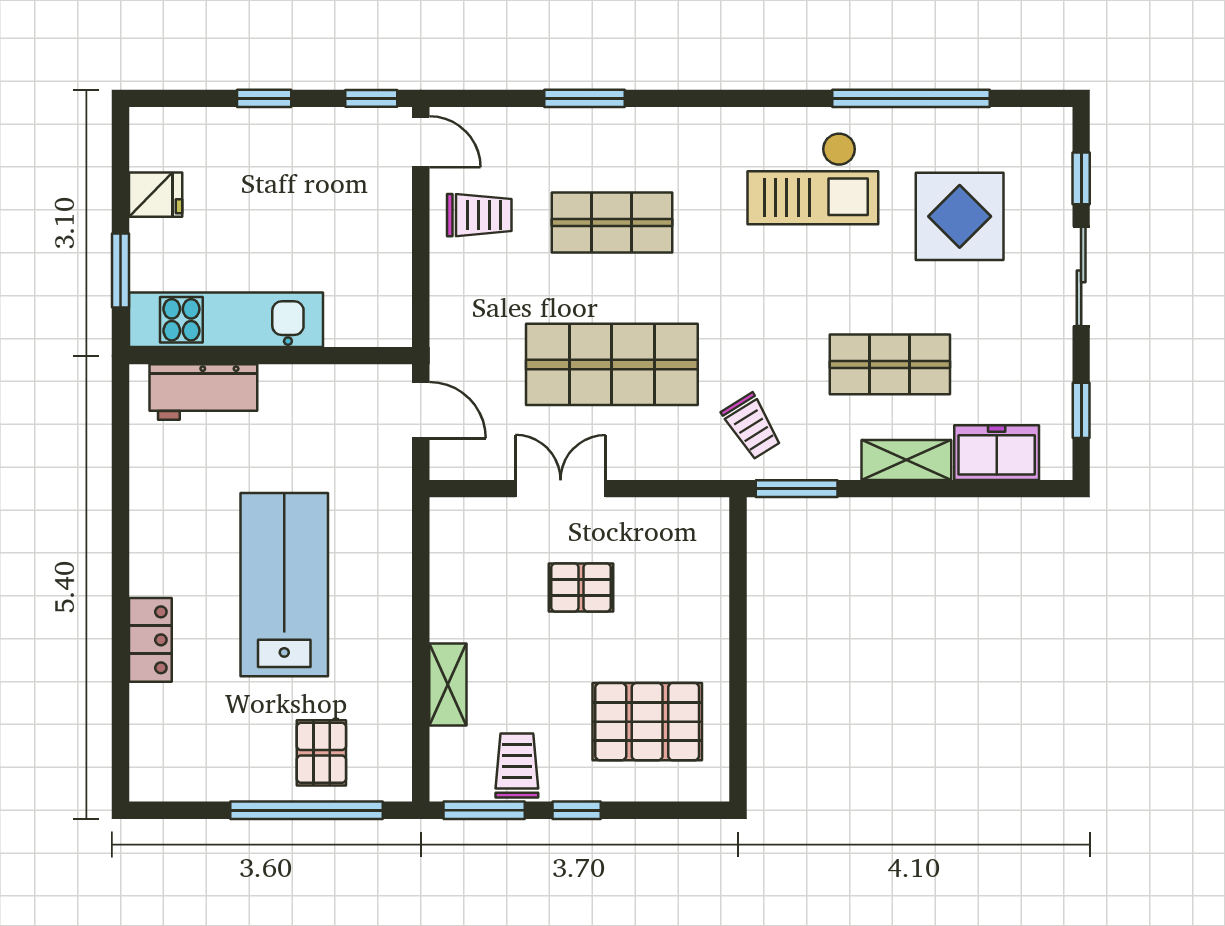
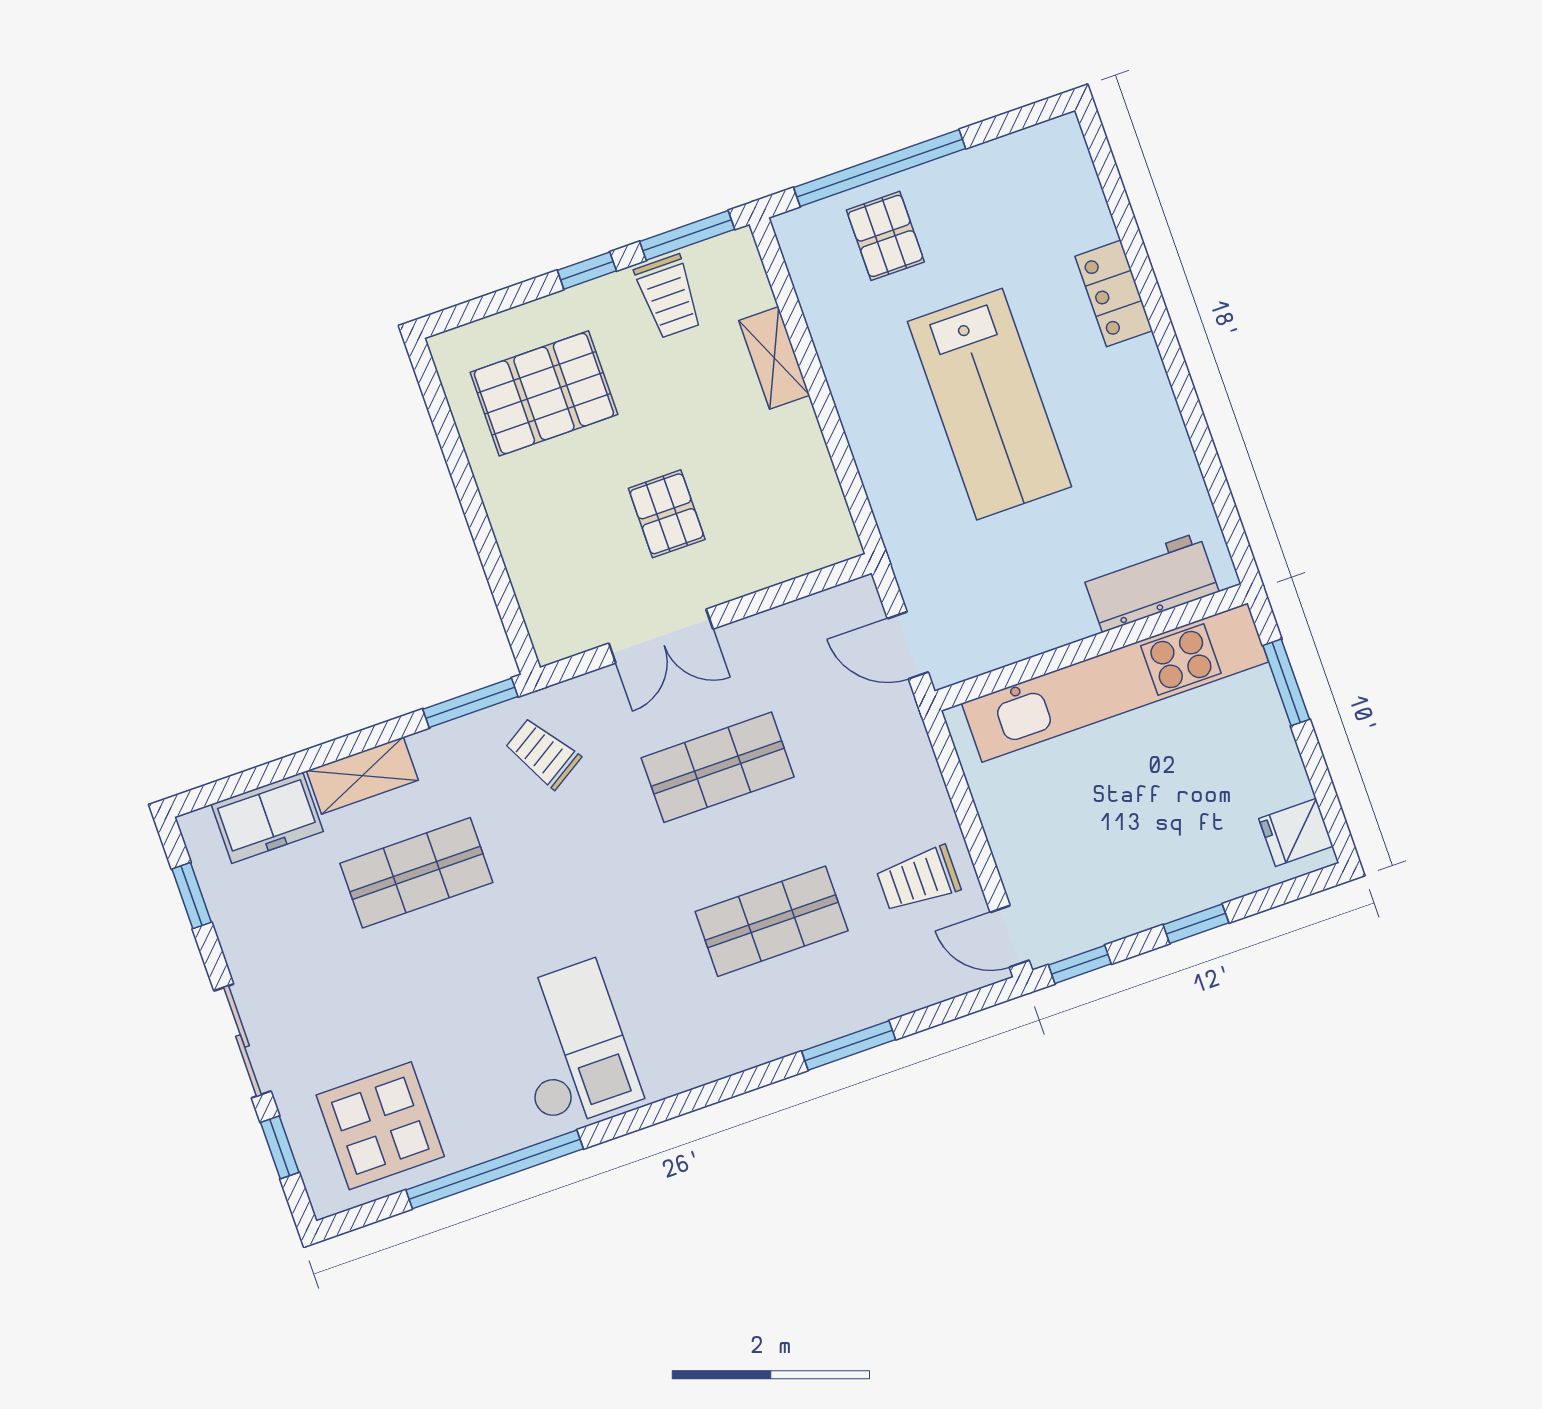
checkout: (813, 178) -> (571, 1045), turned 90
fridge: (156, 195) -> (1296, 832), moved
display table: (960, 216) -> (380, 1126), moved
kitchen unit: (226, 320) -> (1115, 683), width x1.36
shop shelf: (612, 364) -> (718, 767), width x0.70, depth x0.74
double door: (561, 489) -> (661, 636), moved
pallet: (581, 587) -> (667, 514), turned 90

